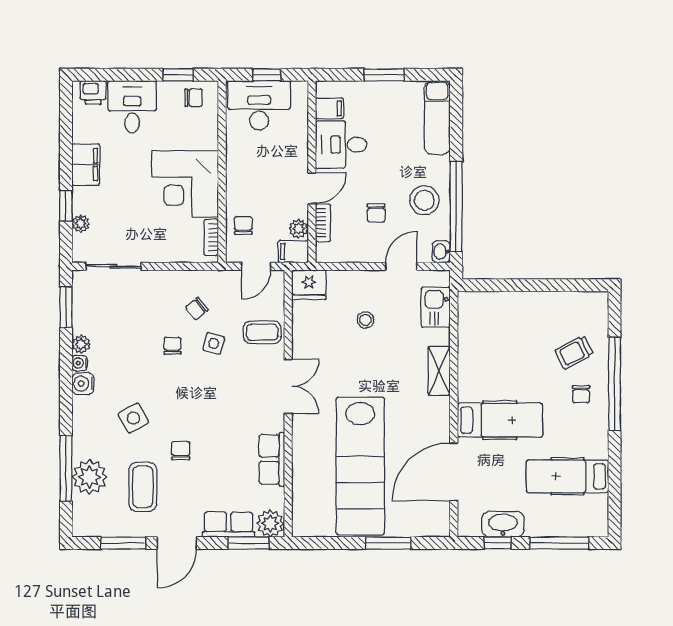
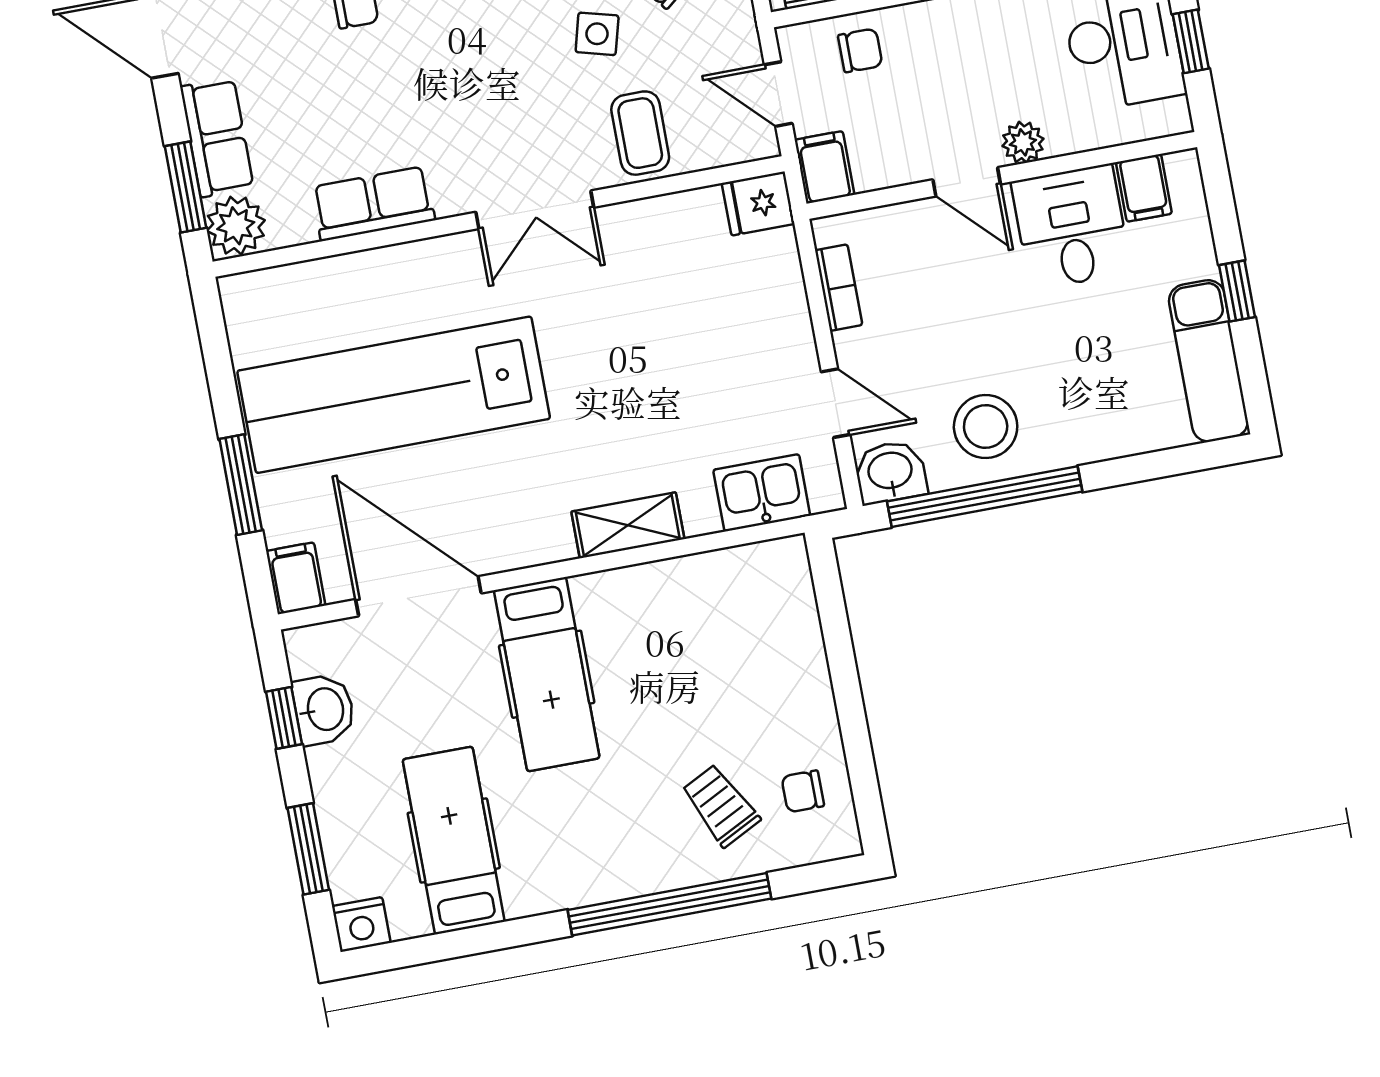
window: (384, 75) -> (1237, 291), width x0.67
exam couch: (437, 118) -> (1208, 361), moved, turned -90
chair: (376, 213) -> (939, 329), removed
bookcase: (323, 223) -> (839, 288), moved, turned -90
plant: (299, 229) -> (1023, 142), moved
washbasin: (441, 252) -> (890, 472), width x1.38, depth x1.45
fridge: (309, 285) -> (758, 204), width x0.72
stool: (365, 320) -> (707, 348), removed
chair: (581, 394) -> (803, 791), moved
washbasin: (503, 524) -> (324, 709), width x0.72
nightstand: (598, 525) -> (361, 924), added
filing cabinet: (435, 526) -> (296, 578), added
window: (559, 543) -> (308, 849), width x0.69

